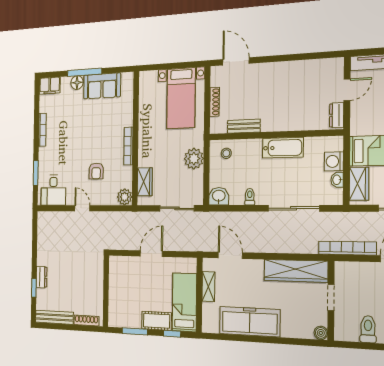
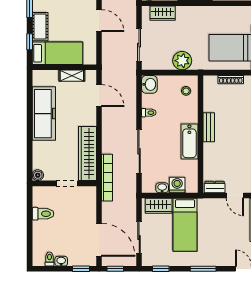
bench: (244, 126) -> (209, 127), moved
bookcase: (347, 248) -> (107, 178), moved
door: (230, 255) -> (99, 96), hinge flipped

